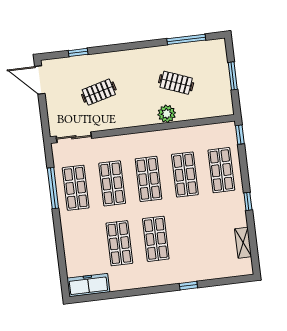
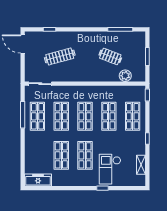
clothes rail: (99, 92) -> (60, 56), width x1.36
plant: (167, 114) -> (125, 76), moved
checkout: (197, 255) -> (110, 169), added

